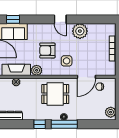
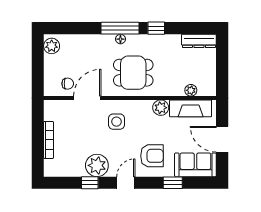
window: (13, 19) -> (173, 183), moved
door: (60, 19) -> (126, 183), hinge flipped
window: (85, 19) -> (90, 183), added
armchair: (47, 51) -> (152, 156), moved

